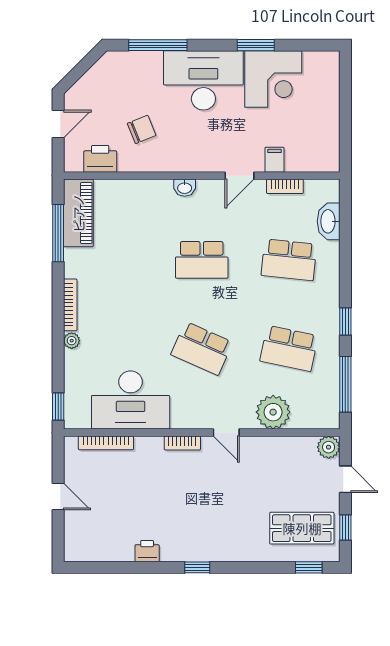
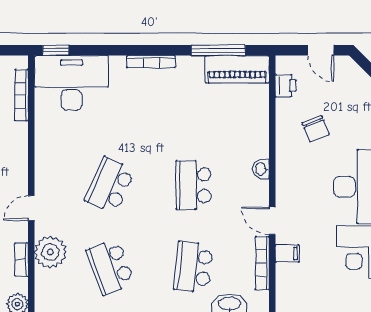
printer: (100, 159) -> (286, 86), width x0.73, depth x0.81
bookcase: (285, 186) -> (262, 263), width x1.56
plant: (72, 341) -> (117, 63), removed
school desk: (289, 348) -> (110, 267), turned -33
desk: (131, 400) -> (71, 83), moved, turned 90
bookcase: (182, 443) -> (21, 260), moved

